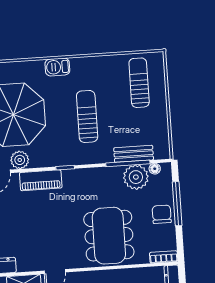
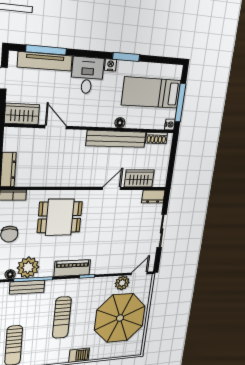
piano: (41, 180) -> (72, 268), moved
dining table: (109, 236) -> (60, 217), width x0.73

